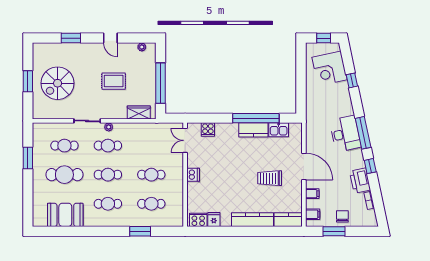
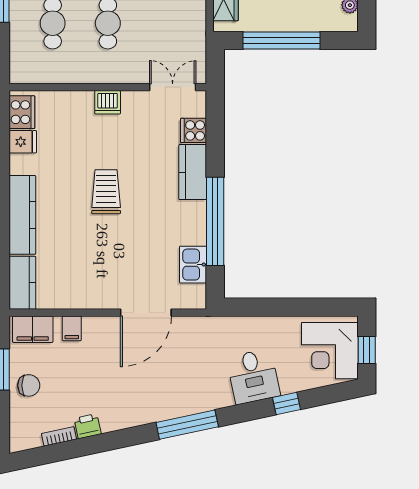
corner desk: (329, 68) -> (330, 351), moved, turned -78
kitchen counter: (253, 130) -> (193, 172), moved
desk: (345, 134) -> (253, 377), moved, width x0.73
door: (304, 166) -> (146, 313), moved
window: (370, 166) -> (124, 438), removed
trolley: (270, 178) -> (106, 192), moved
printer: (360, 181) -> (88, 426), width x0.53, depth x0.68
filing cabinet: (313, 214) -> (33, 329), width x2.00

